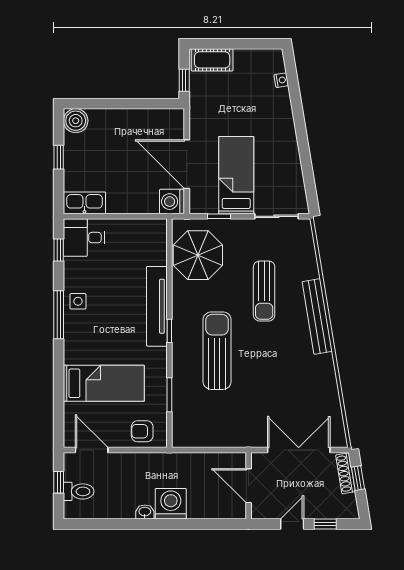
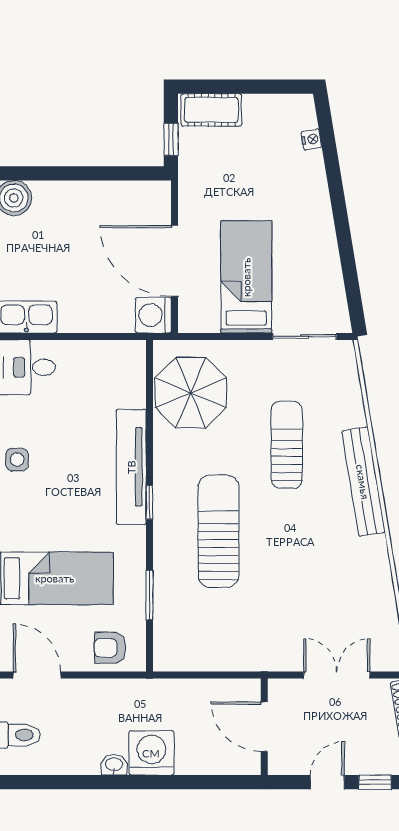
window: (219, 216) -> (221, 336), removed
sun lounger: (264, 291) -> (287, 445), turned 180
double door: (299, 450) -> (337, 675), width x0.73

